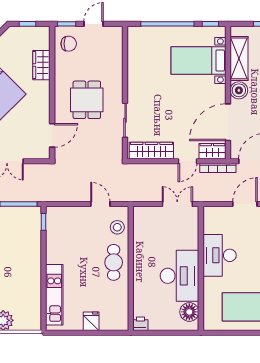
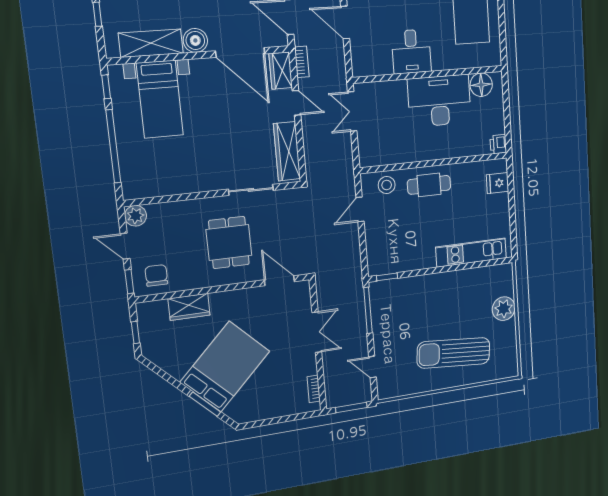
plant: (115, 34) -> (136, 216), added
dining table: (87, 100) -> (229, 242), turned 90
bookcase: (218, 168) -> (302, 62), width x0.64
desk: (220, 255) -> (411, 51), width x0.73
fridge: (91, 321) -> (498, 183), moved

